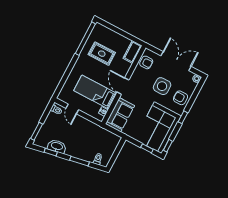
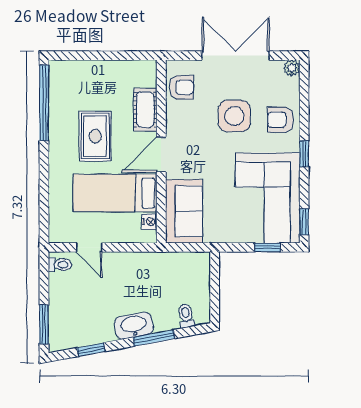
cot: (132, 52) -> (145, 110), moved
rug: (102, 54) -> (95, 136), moved, turned 90
door: (123, 86) -> (161, 155), hinge flipped
washbasin: (57, 146) -> (134, 326), moved

